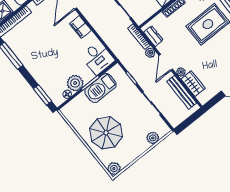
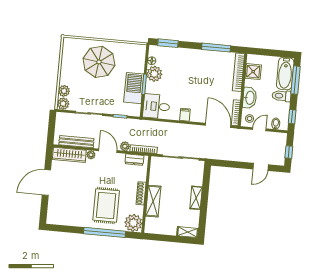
filing cabinet: (80, 27) -> (185, 115), width x0.50
wardrobe: (193, 84) -> (69, 155), width x1.50
plant: (114, 169) -> (63, 104), moved

